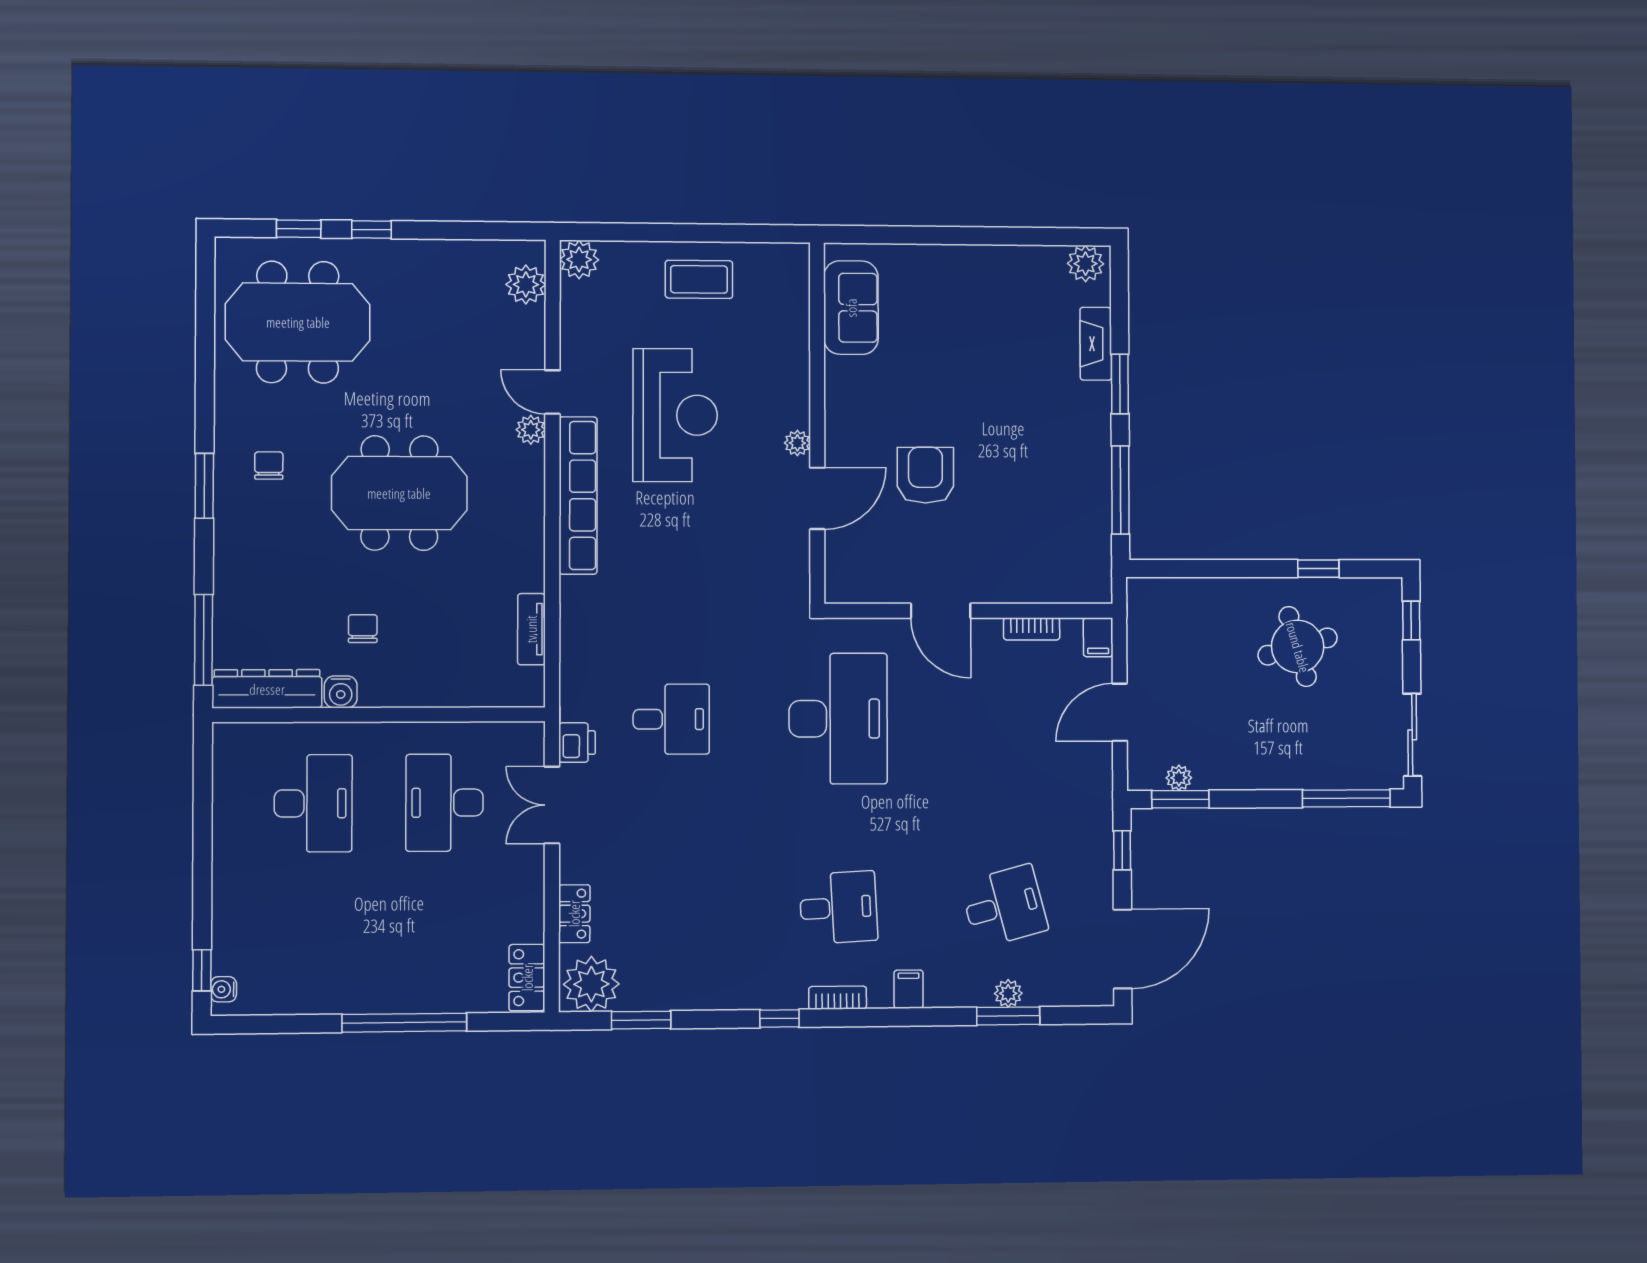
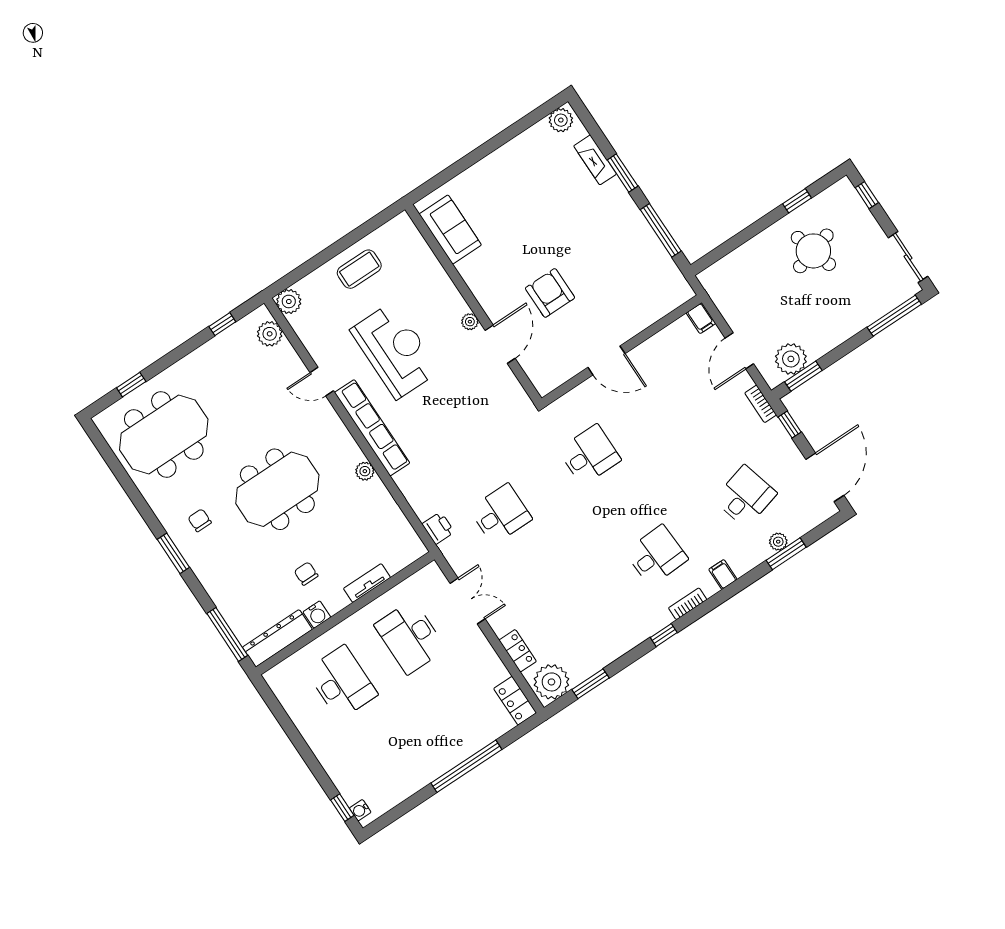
window: (371, 230) -> (222, 324), moved
plant: (531, 430) -> (365, 471), moved
tv unit: (531, 629) -> (367, 583), moved, turned 90
bookcase: (1032, 629) -> (761, 404), moved, turned 90
desk: (838, 719) -> (589, 455), width x0.53, depth x0.77
printer: (577, 743) -> (438, 528), moved
plant: (1179, 778) -> (791, 359), width x1.87, depth x1.87
double door: (552, 805) -> (468, 601), swing flipped

